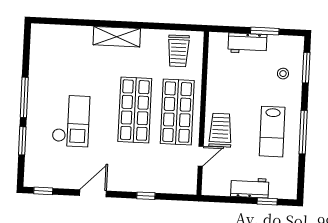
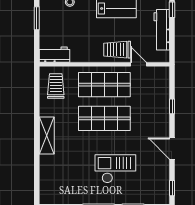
workbench: (248, 43) -> (54, 55), moved, turned -90
trolley: (178, 51) -> (56, 86), turned -90
workbench: (250, 188) -> (162, 30), width x1.37

